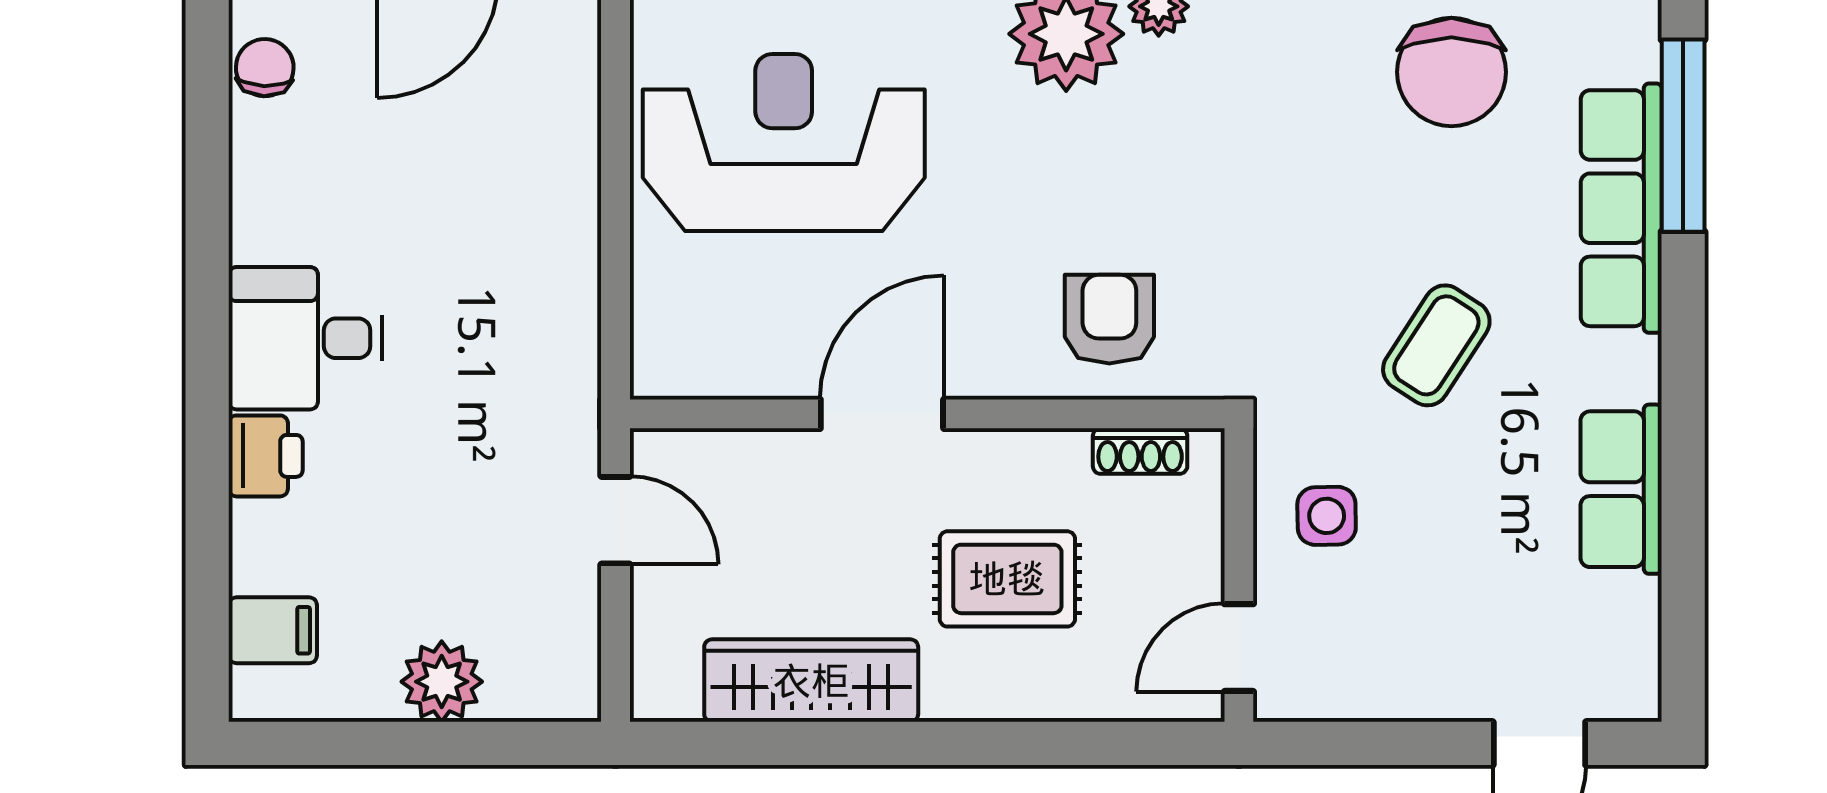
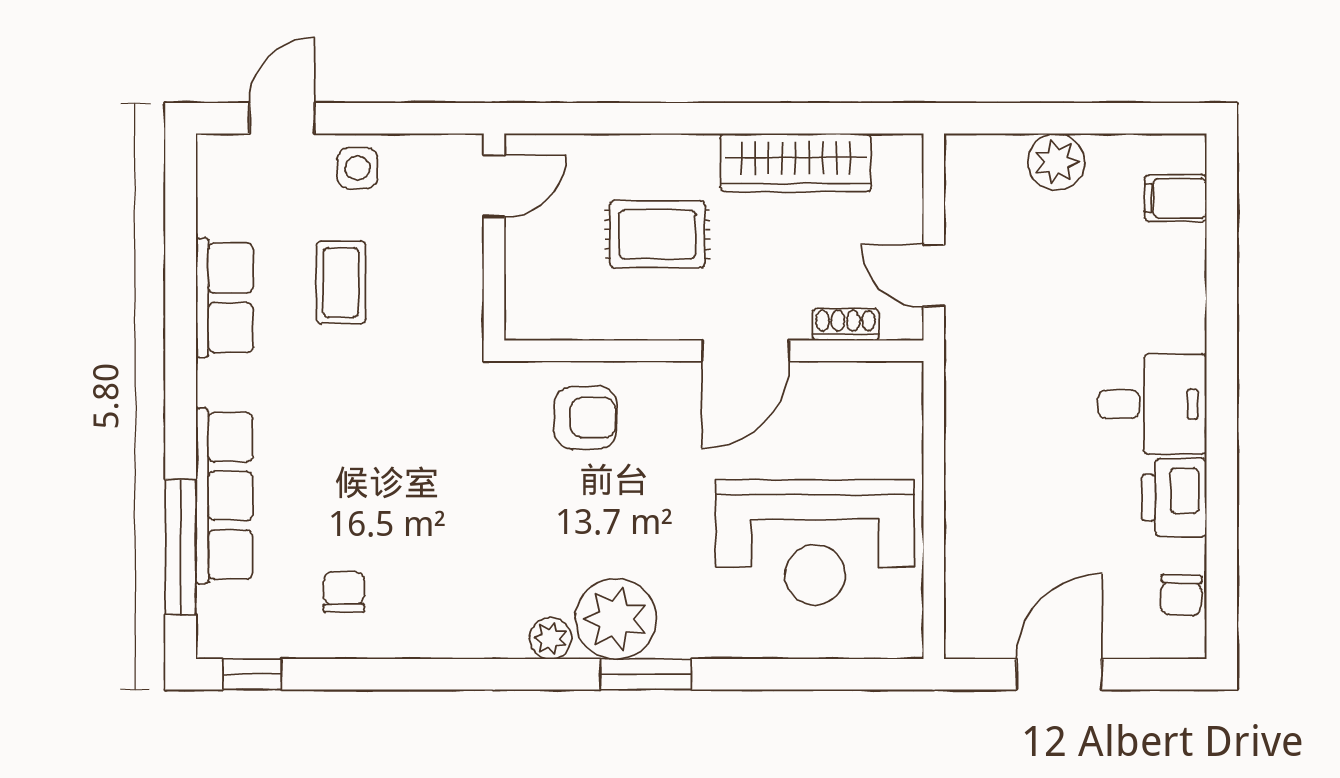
chair: (1451, 72) -> (344, 592), width x0.54, depth x0.54
armchair: (1109, 319) -> (585, 418), turned -90
coffee table: (1436, 345) -> (341, 282), moved, turned -33
shoe rack: (1140, 451) -> (846, 325), moved
printer: (266, 456) -> (1174, 498), moved, width x1.36, depth x1.24
side table: (1327, 516) -> (357, 168), moved

